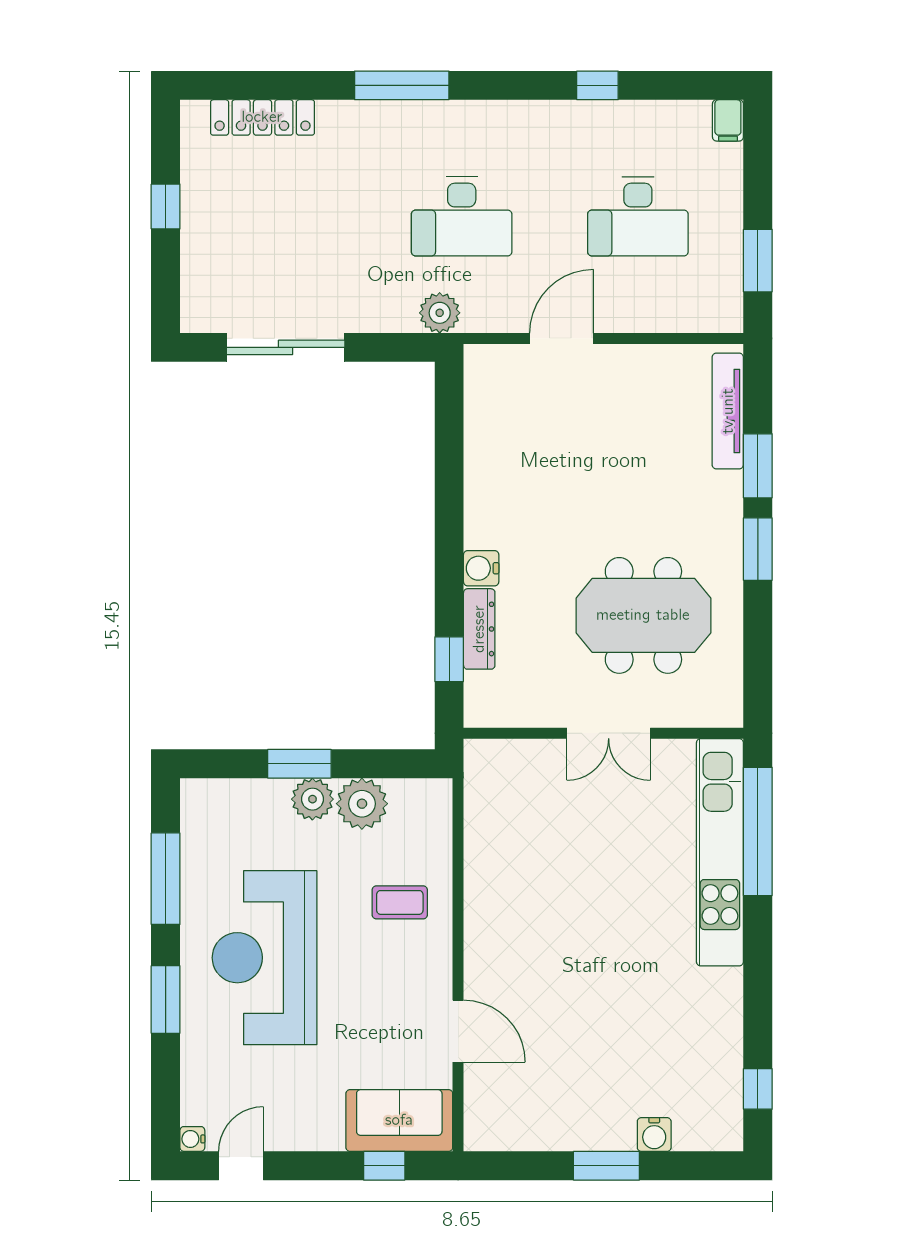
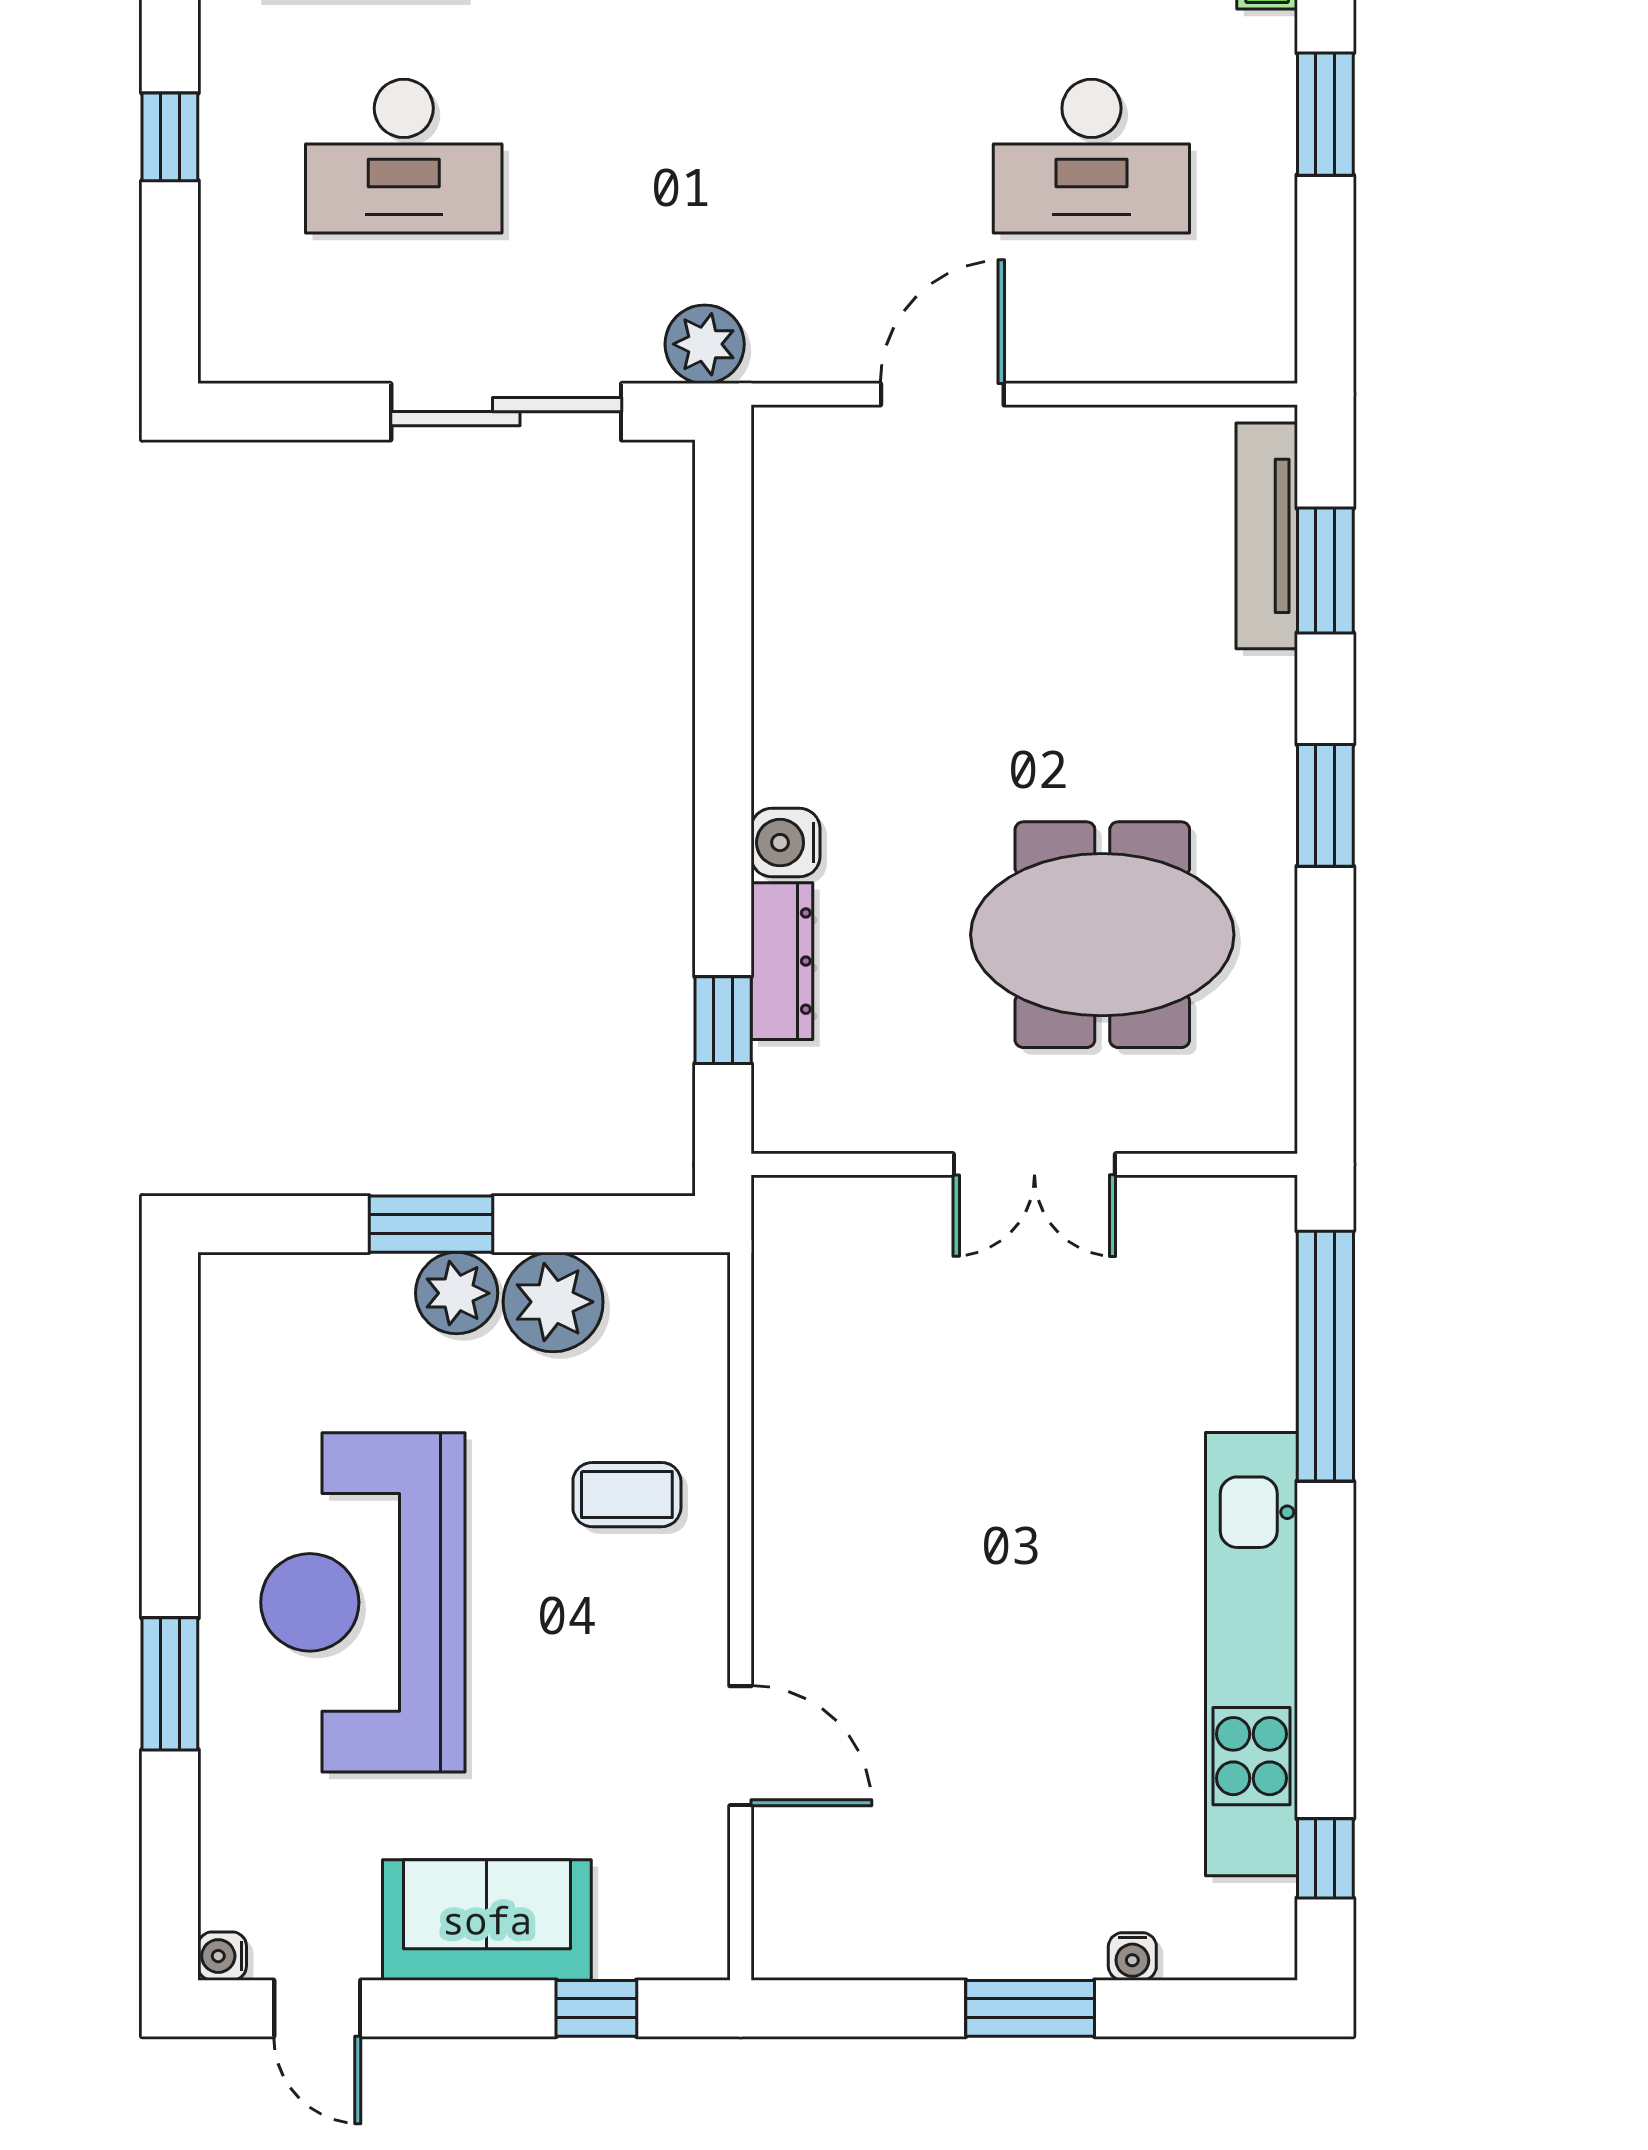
desk: (462, 216) -> (404, 156), moved
window: (758, 261) -> (1325, 114), moved
sliding door: (286, 347) -> (506, 412), moved
window: (758, 466) -> (1325, 570), moved
kitchen unit: (720, 852) -> (1252, 1654), moved
window: (166, 879) -> (170, 1448), removed
sofa: (399, 1120) -> (487, 1920), moved
water cooler: (654, 1134) -> (1132, 1956), width x0.72, depth x0.72
door: (241, 1166) -> (317, 2008), swing flipped

